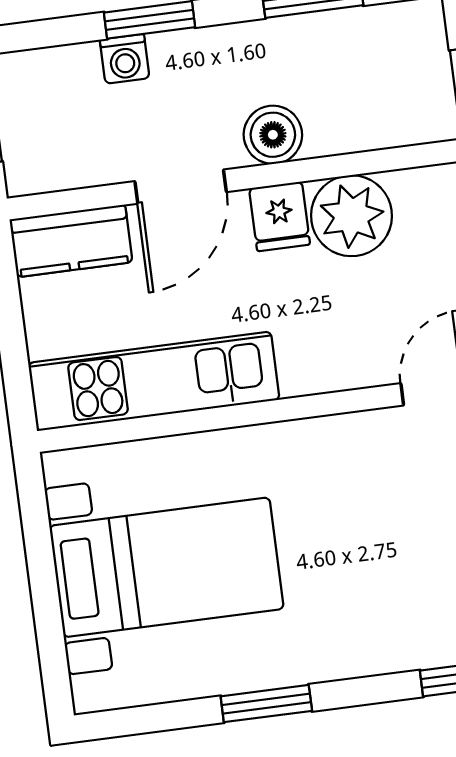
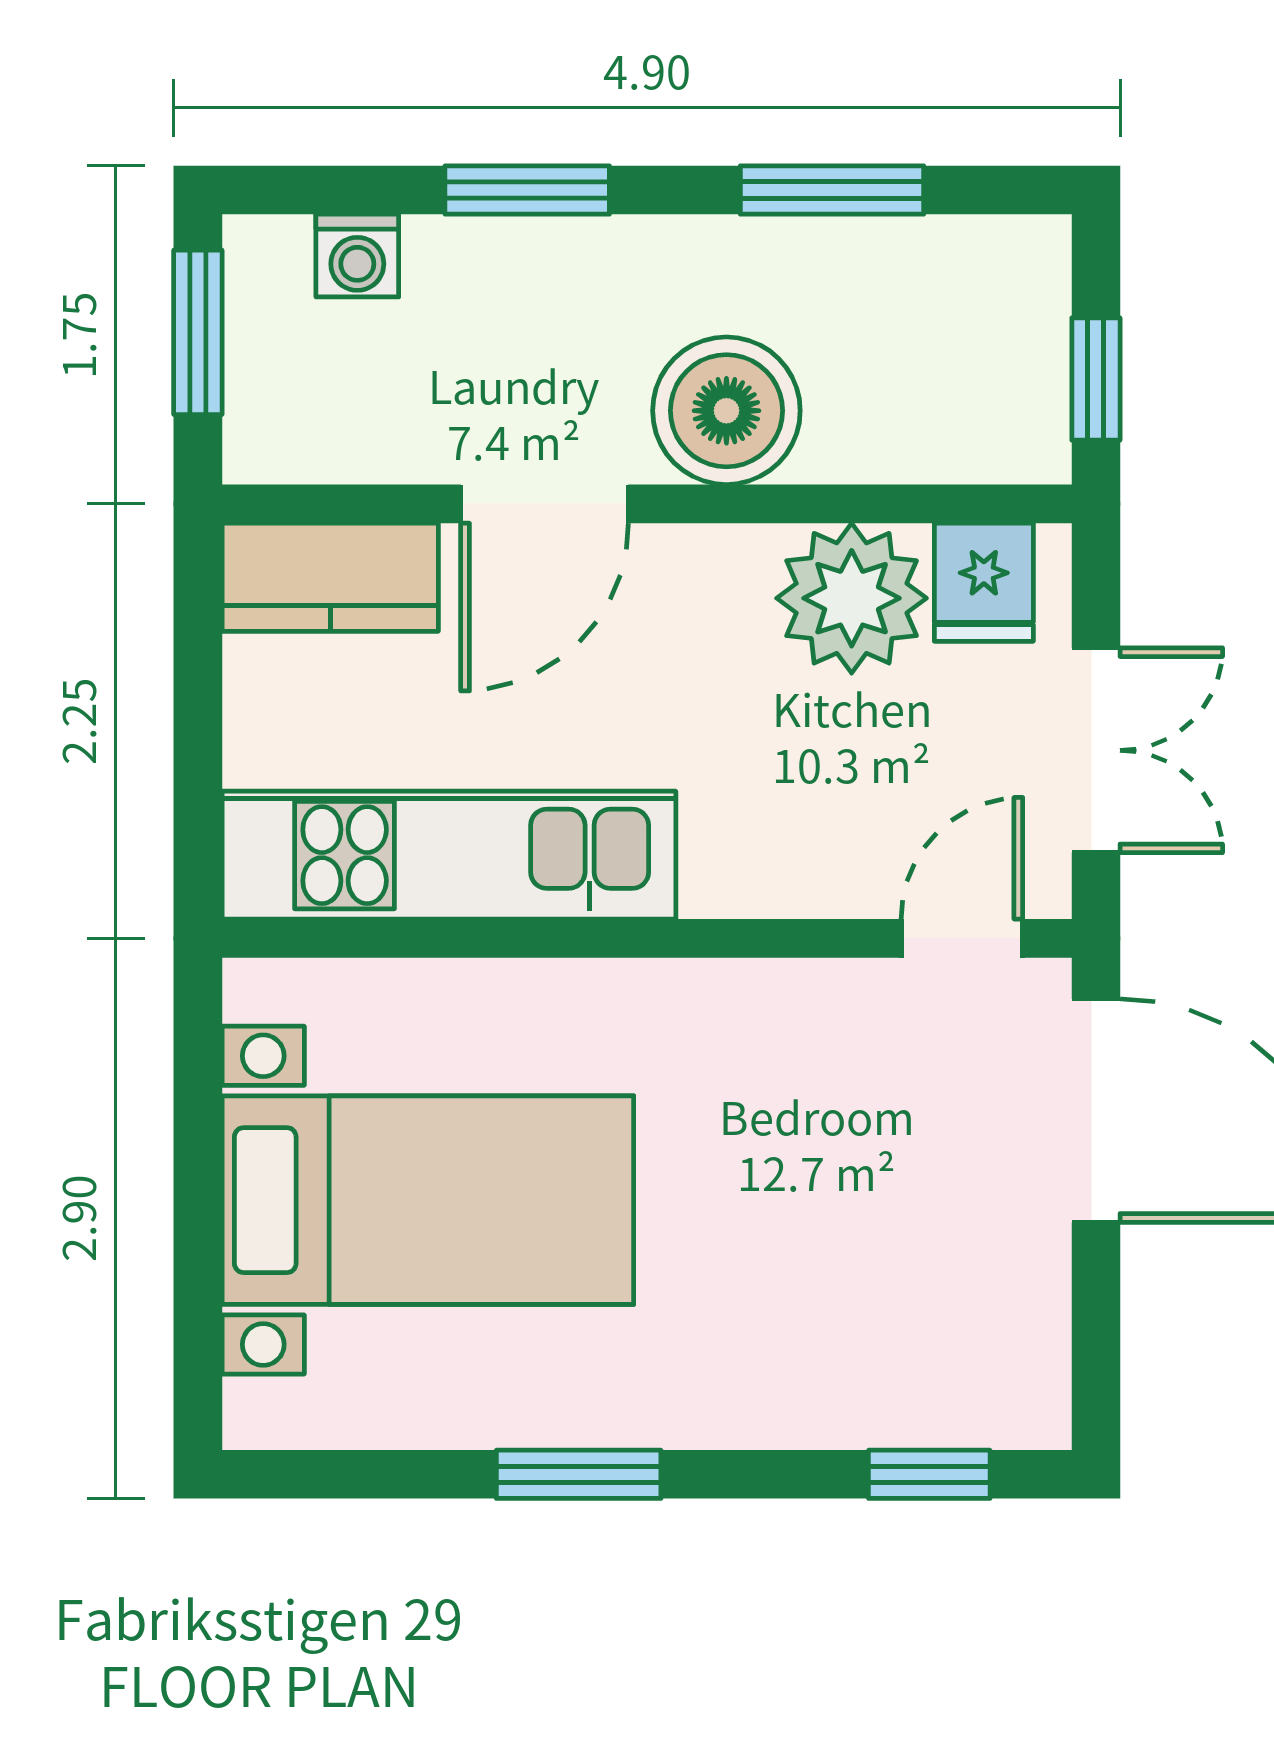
washing machine: (125, 59) -> (357, 256), moved
boiler: (273, 135) -> (726, 411), width x1.37, depth x1.37
fridge: (280, 216) -> (984, 582), moved

